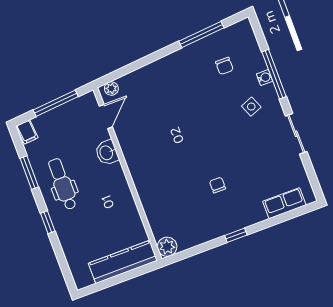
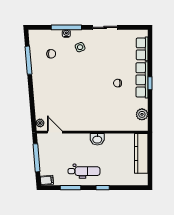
washbasin: (107, 153) -> (97, 139), moved
dental chair: (63, 184) -> (84, 171), turned 180
row of seats: (236, 221) -> (142, 80), added
plant: (167, 247) -> (142, 114), moved

